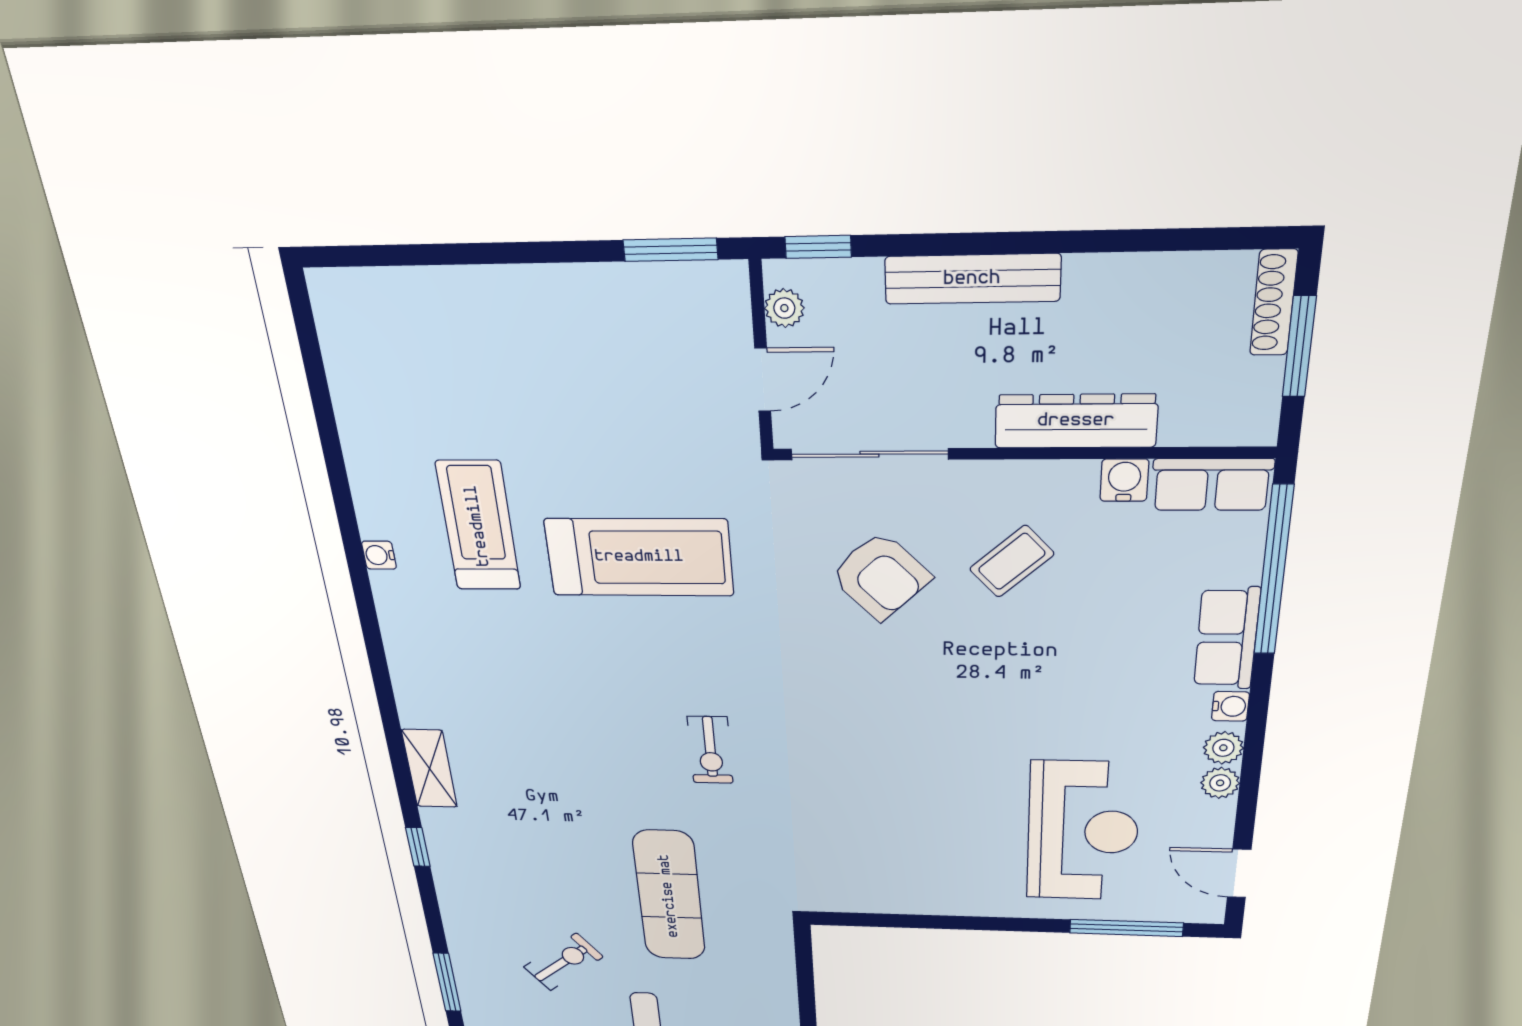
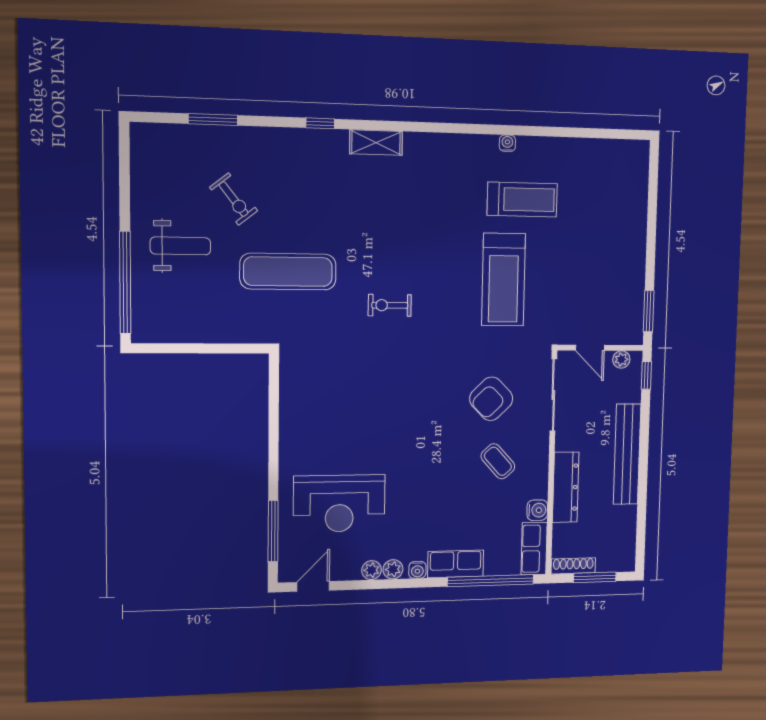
bench: (972, 279) -> (627, 454), width x1.37, depth x1.21
shoe rack: (1274, 303) -> (573, 566), moved

